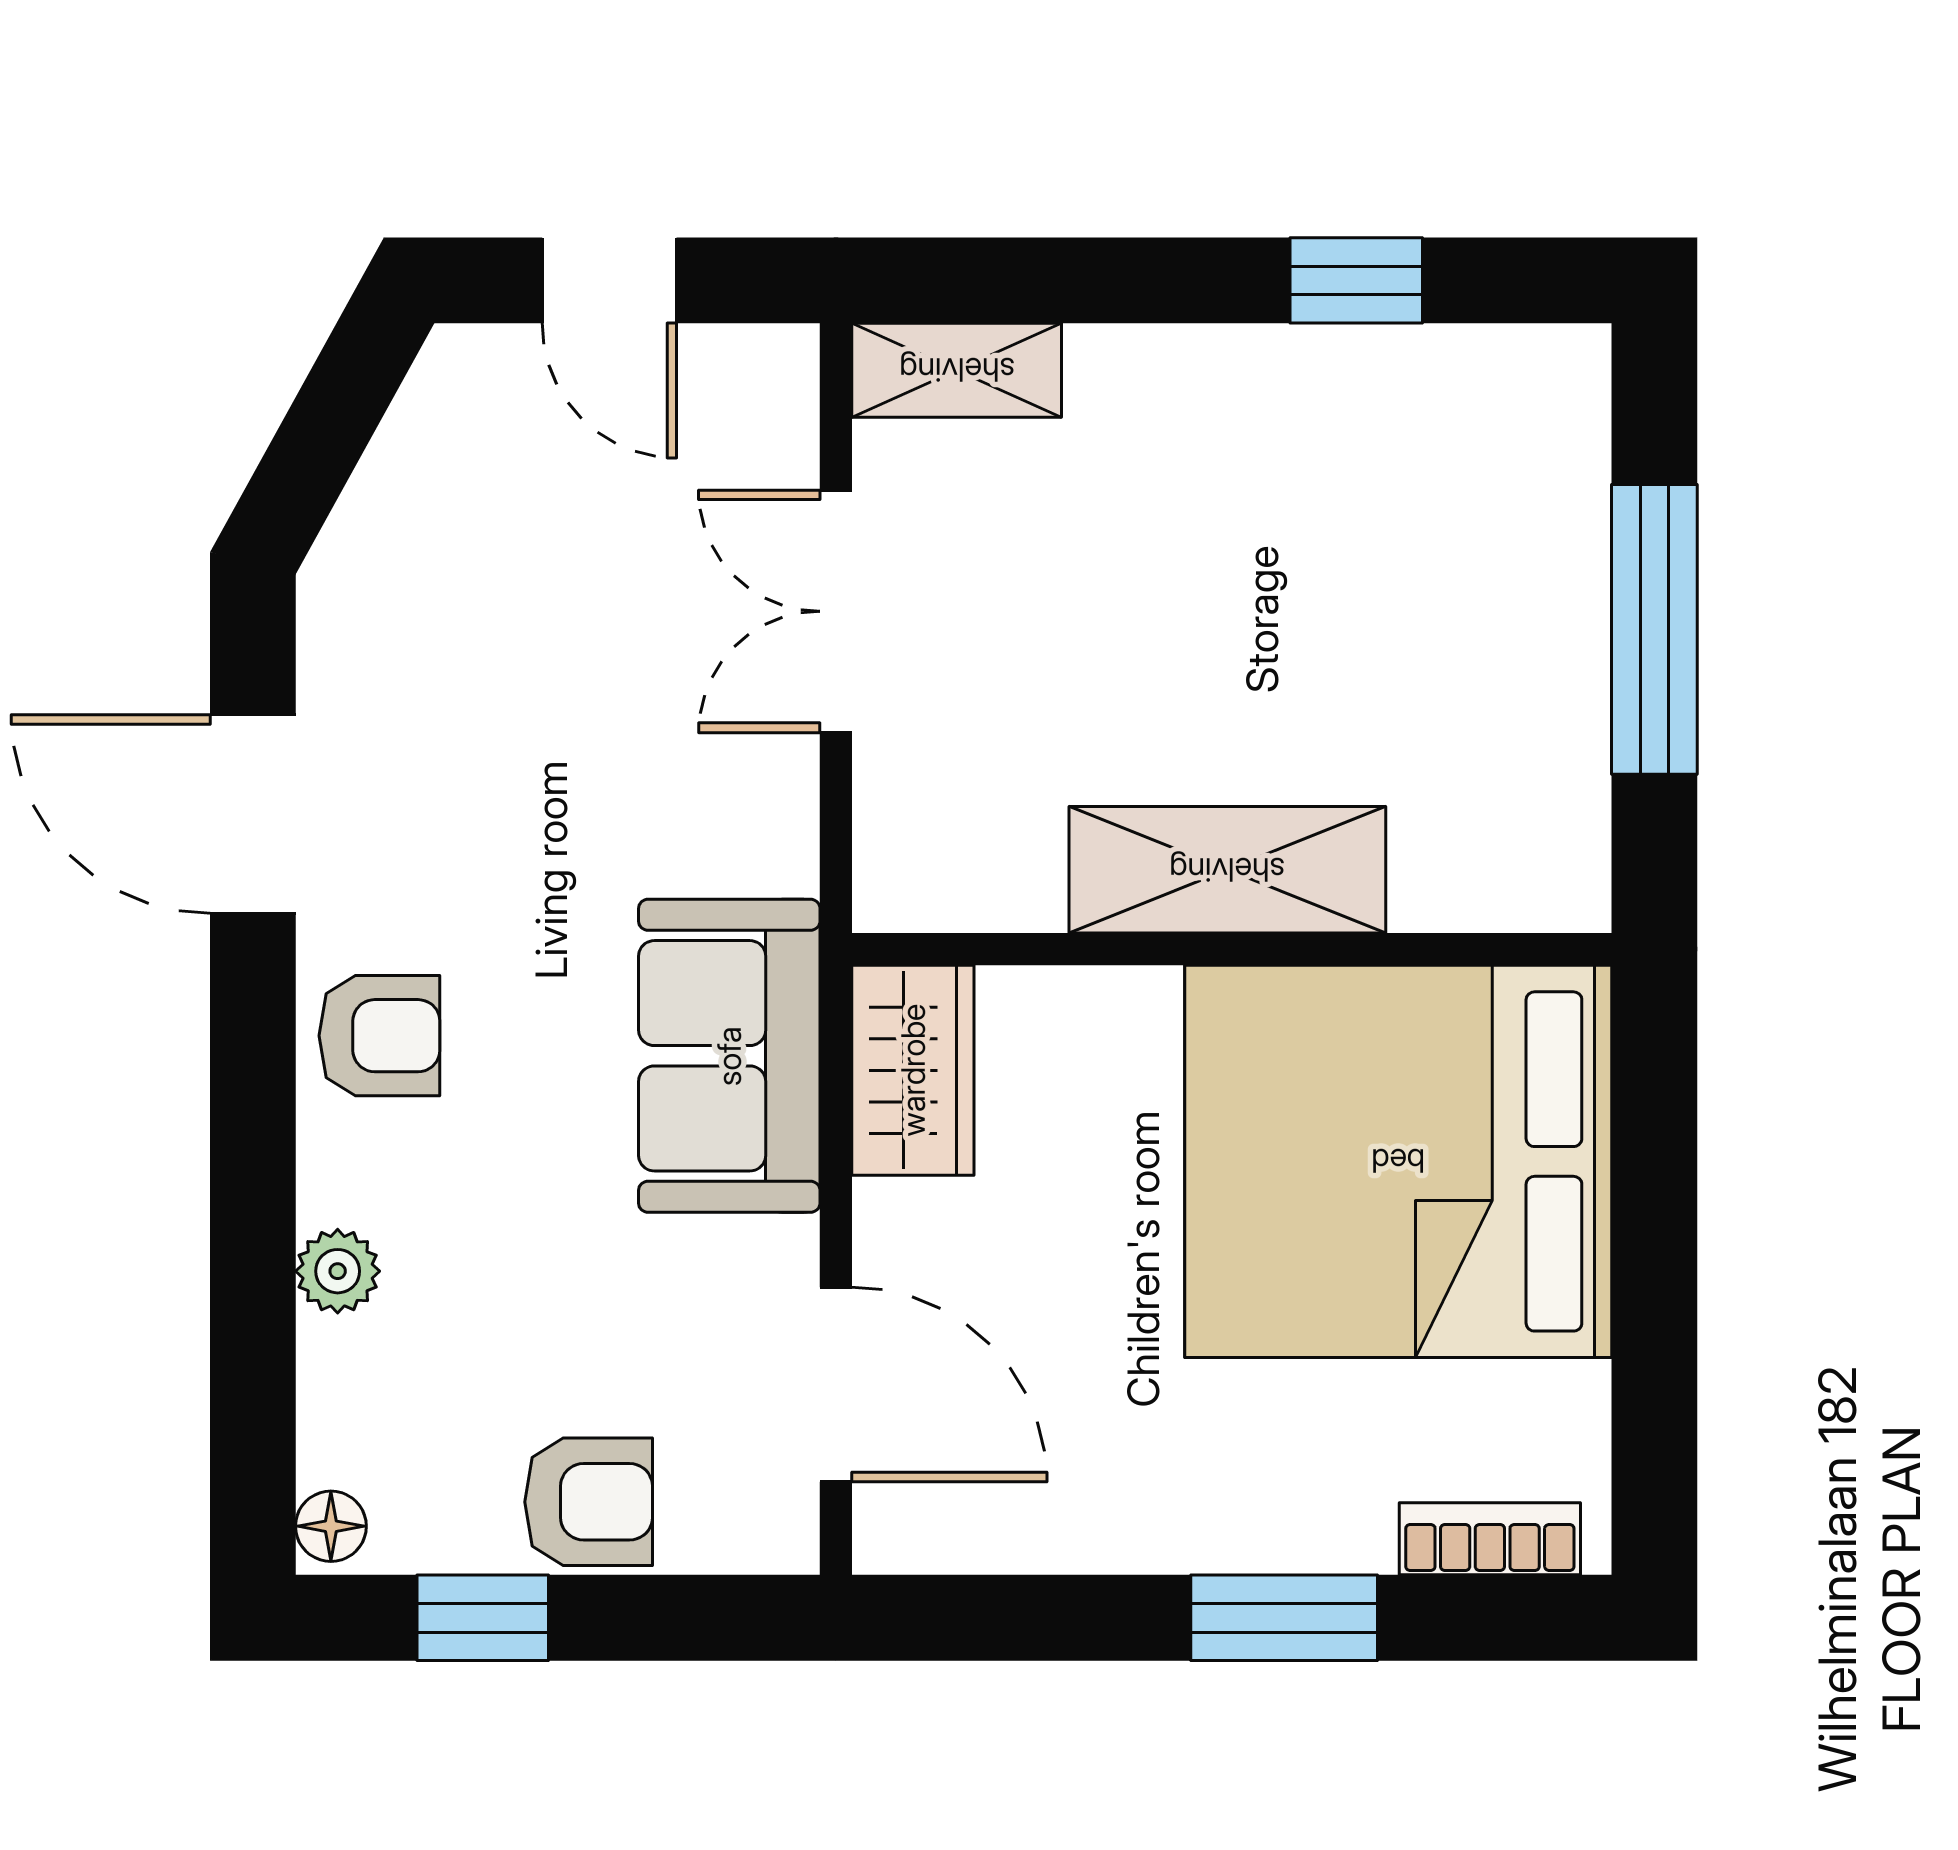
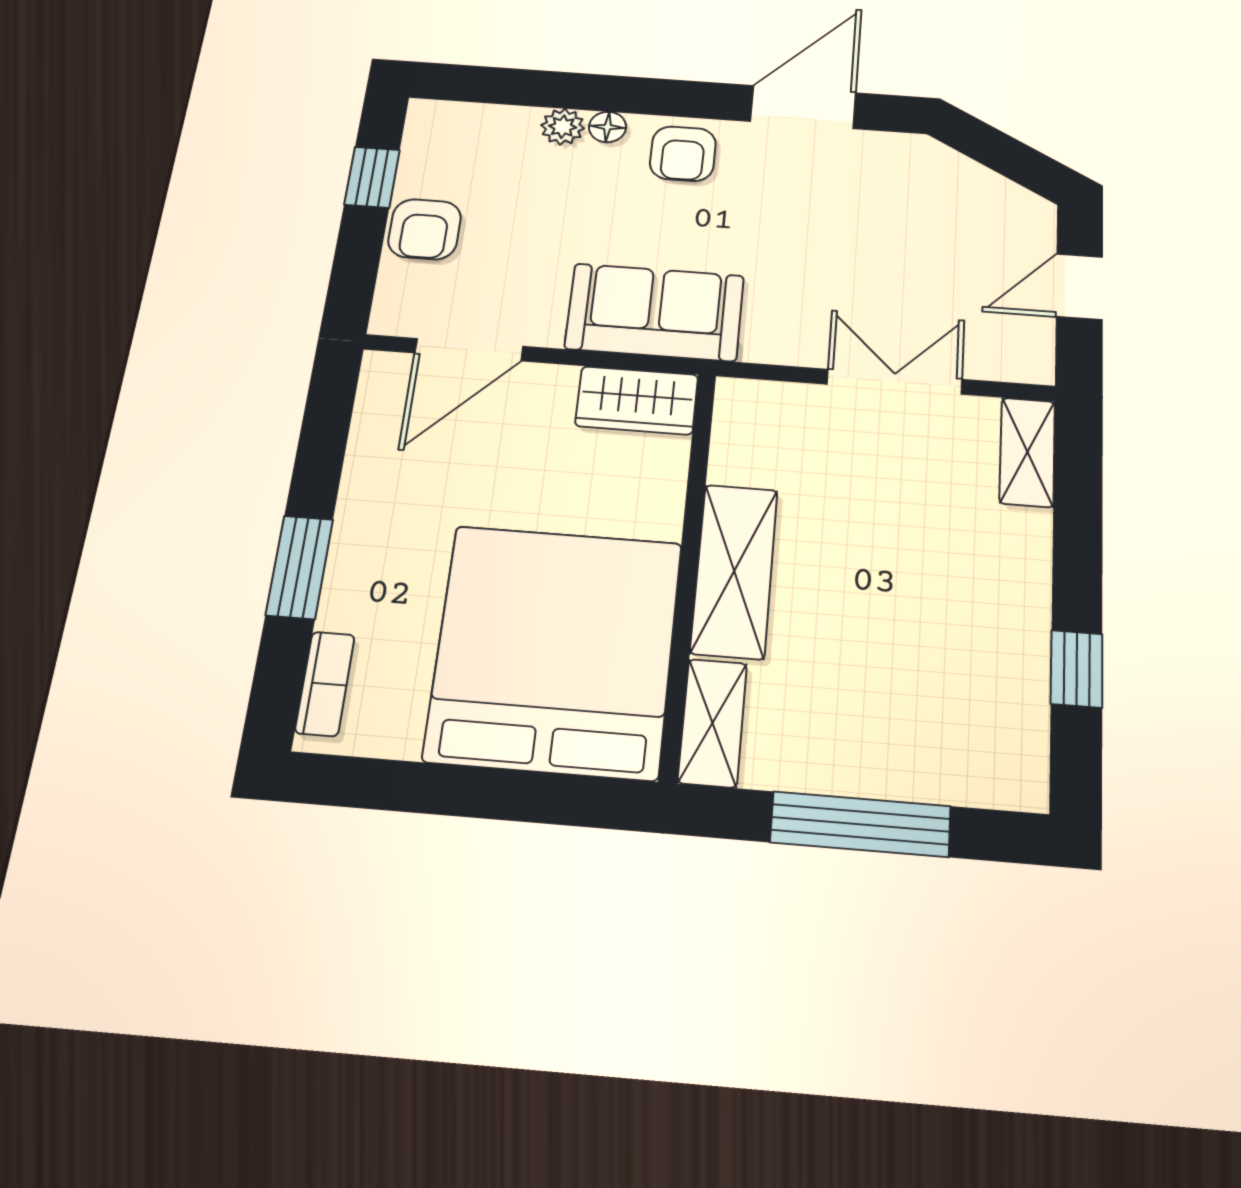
shelving: (1503, 884) -> (713, 723), added
floor lamp: (331, 1526) -> (608, 127), moved

